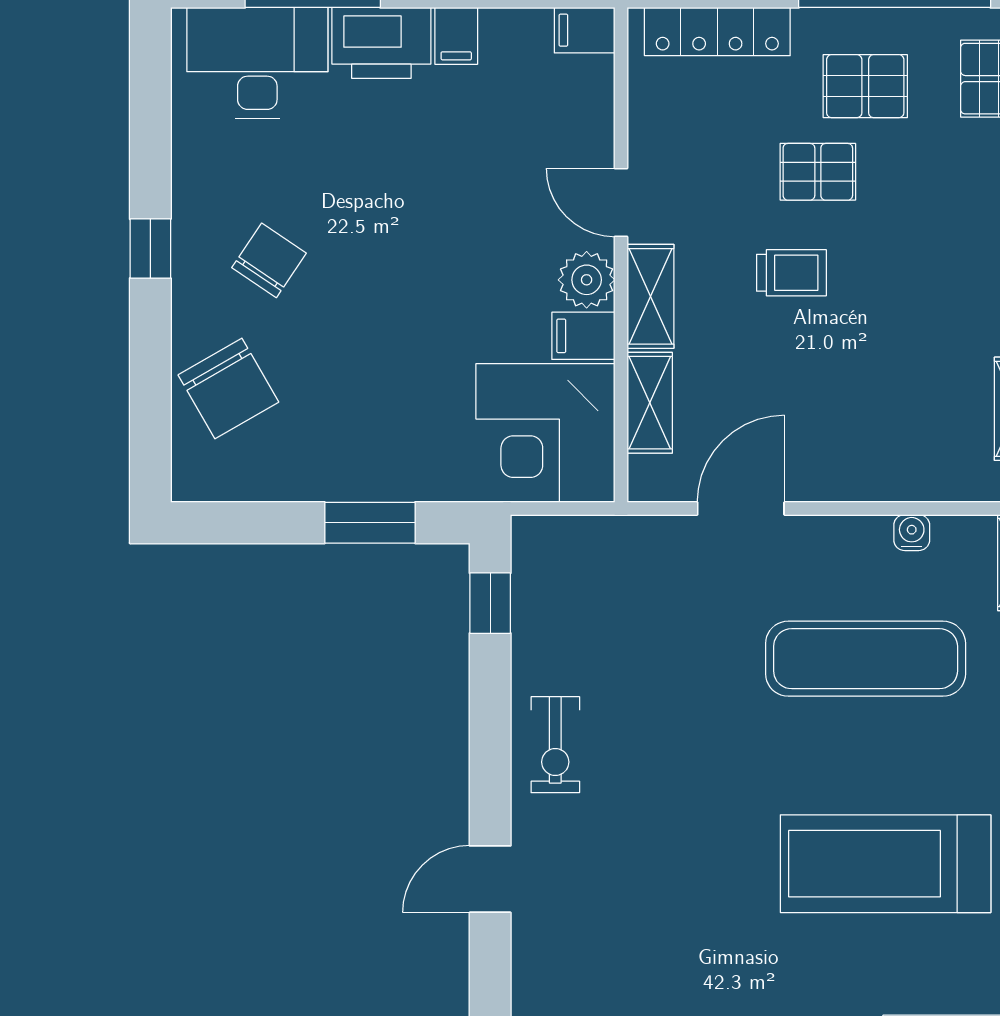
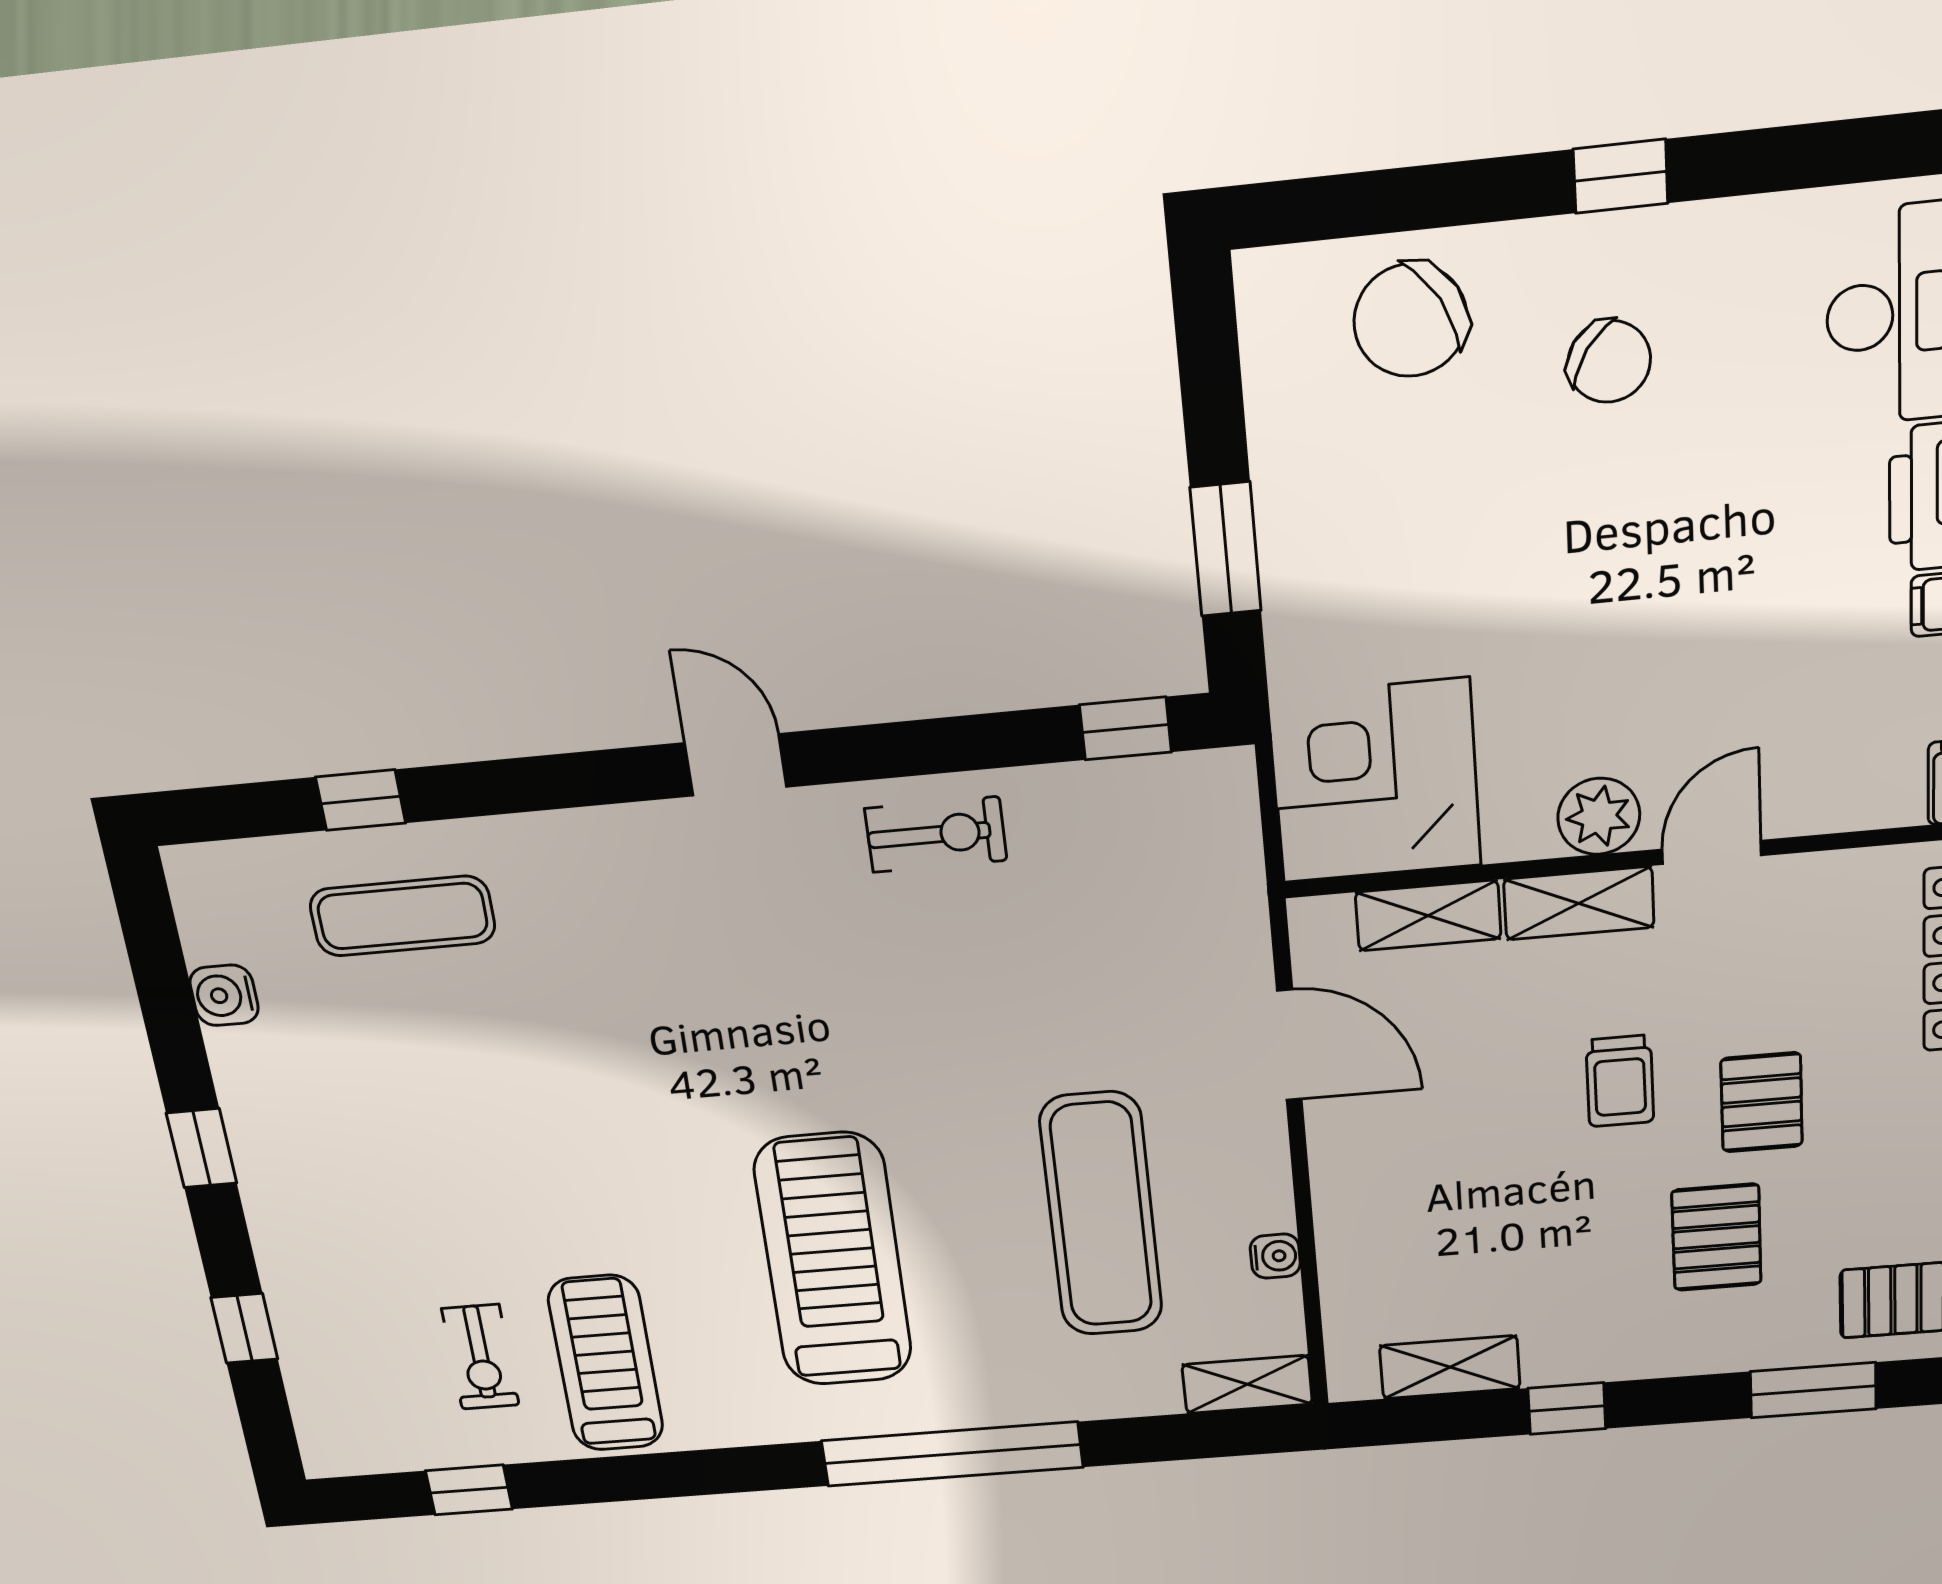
pallet: (865, 86) -> (1716, 1237), moved
filing cabinet: (583, 336) -> (1518, 819), removed
exercise bike: (555, 745) -> (936, 834), turned 180

